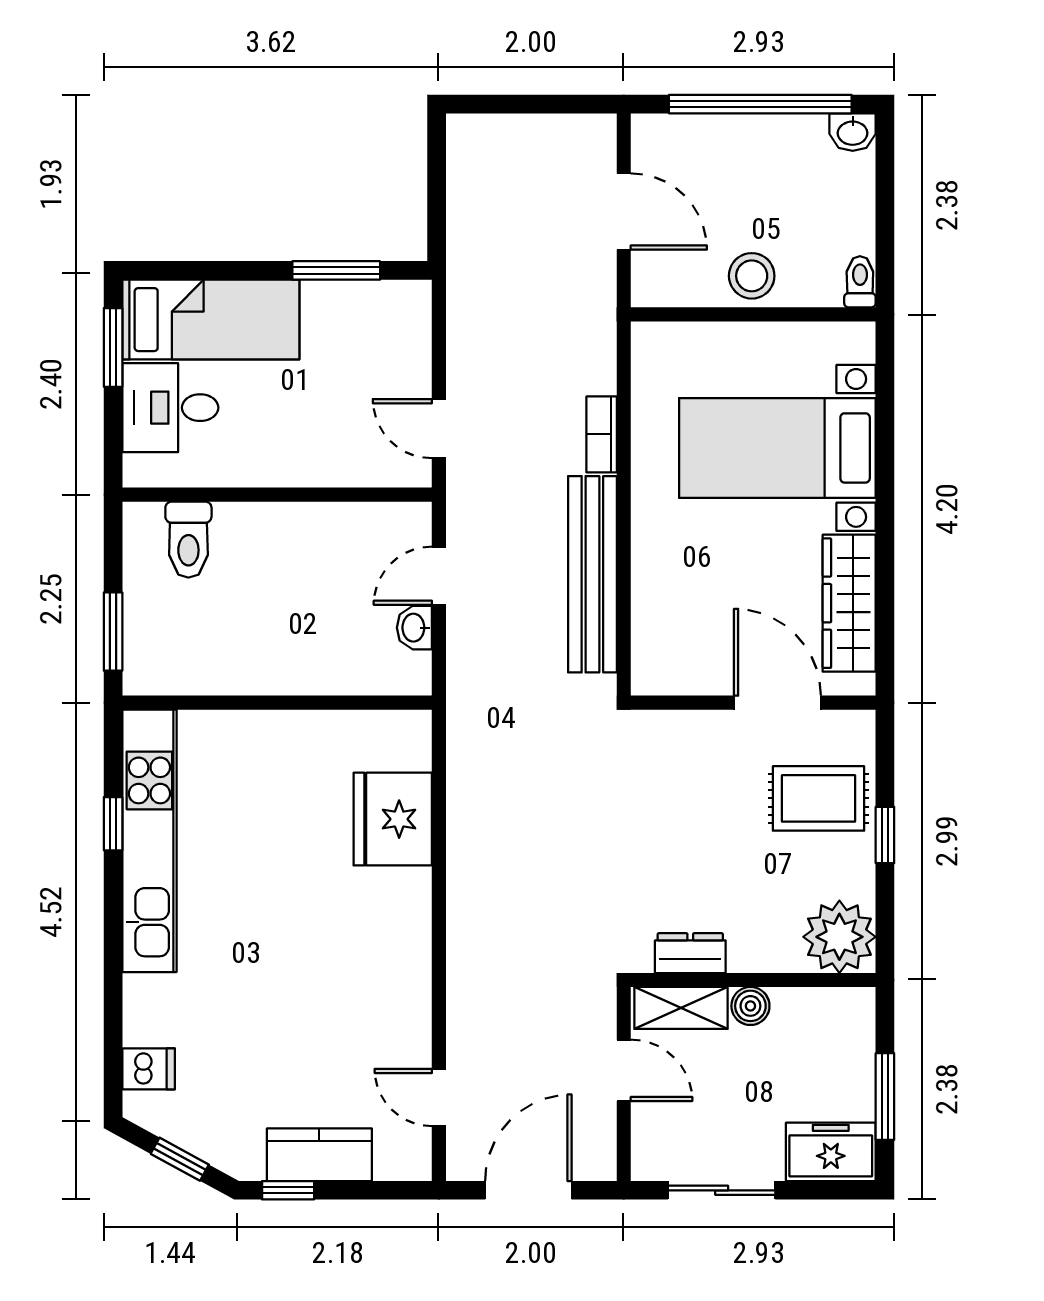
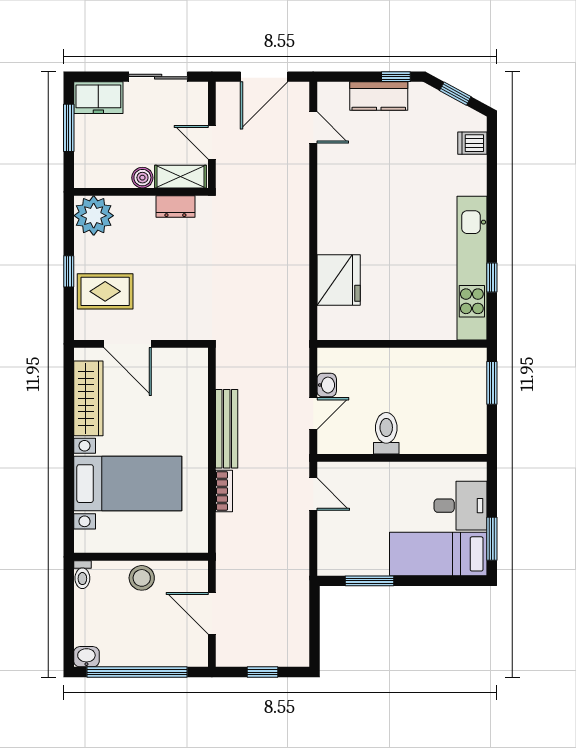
window: (532, 104) -> (262, 672), added
toilet: (188, 540) -> (386, 433), moved
bench: (592, 574) -> (227, 429), width x0.73, depth x0.82

